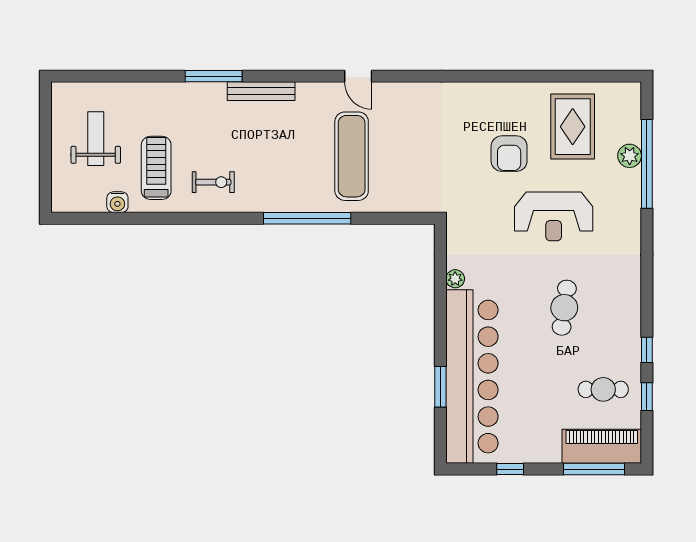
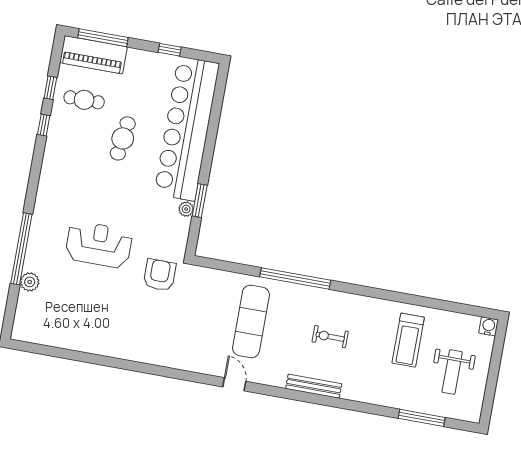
window: (214, 76) -> (422, 418), moved
rug: (573, 127) -> (71, 313), removed
armchair: (509, 154) -> (160, 275), moved
window: (647, 164) -> (21, 249), moved
exercise bike: (213, 182) -> (330, 337), moved
water cooler: (117, 202) -> (489, 326), moved
cafe table: (564, 308) -> (123, 138), moved
window: (440, 387) -> (200, 201), moved

